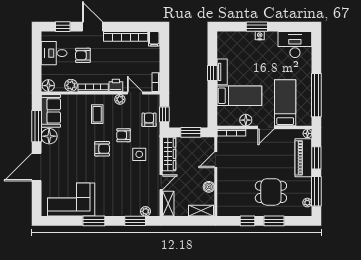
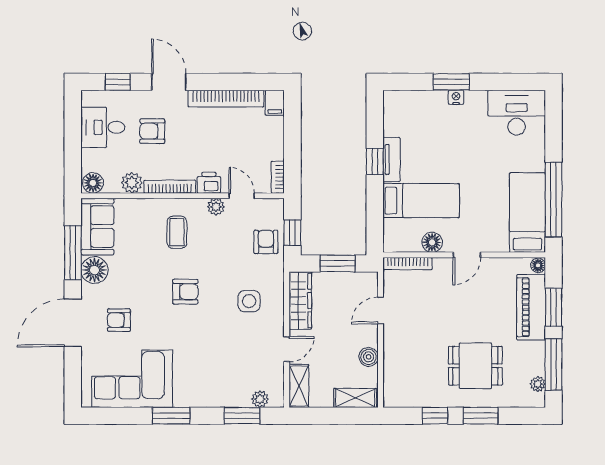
bed: (285, 103) -> (527, 213), moved
armchair: (123, 135) -> (119, 320), moved

